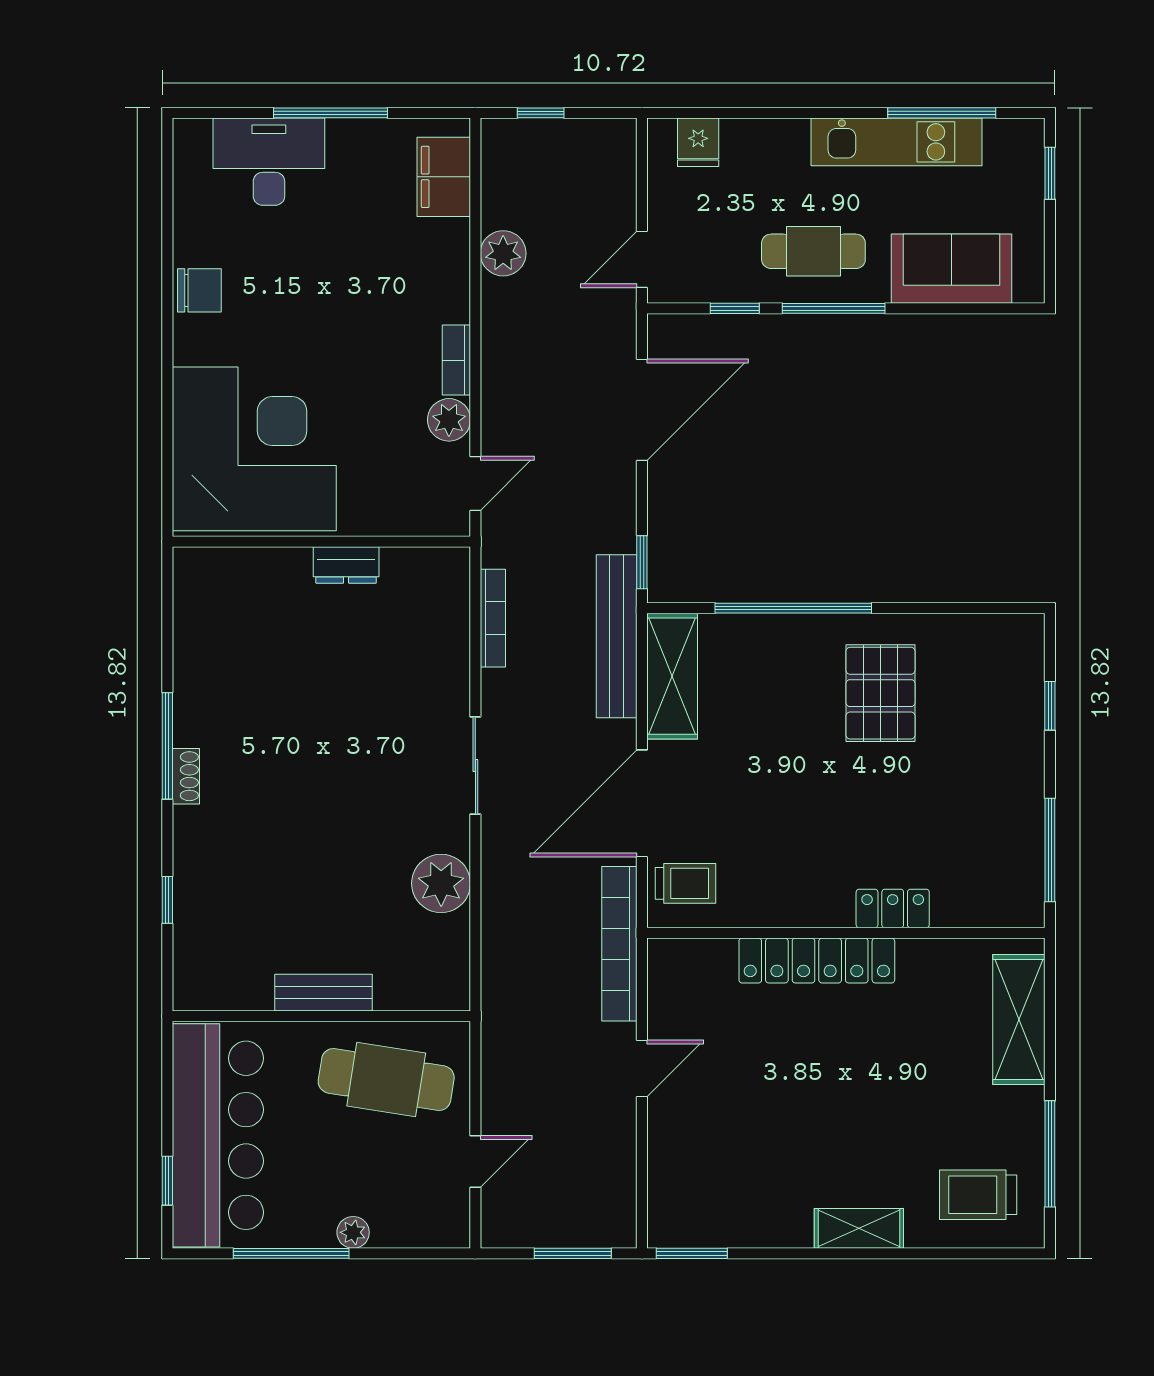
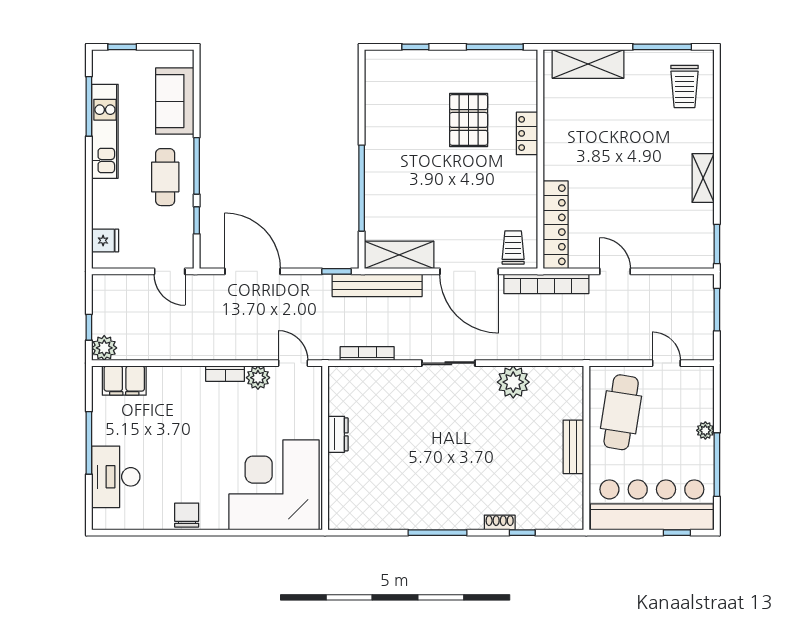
plant: (503, 253) -> (104, 348), moved
pallet: (880, 693) -> (469, 120), moved, turned 90
shoe rack: (186, 776) -> (500, 523), moved
locker: (817, 961) -> (556, 225), moved
shelving: (859, 1228) -> (703, 178), moved

